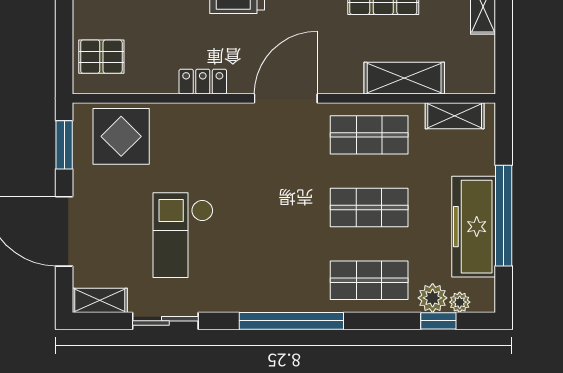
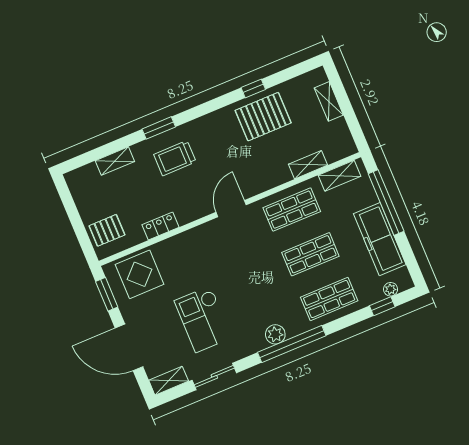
shelving: (404, 78) -> (308, 165), width x0.67, depth x0.75
locker: (203, 82) -> (160, 226), moved
door: (286, 98) -> (231, 209), width x0.73
window: (504, 216) -> (386, 202), moved
plant: (433, 298) -> (275, 334), moved

